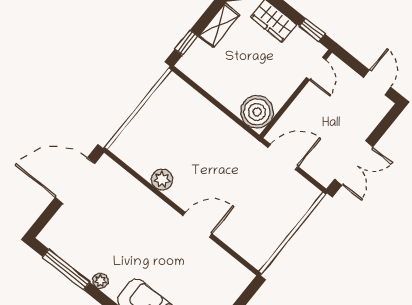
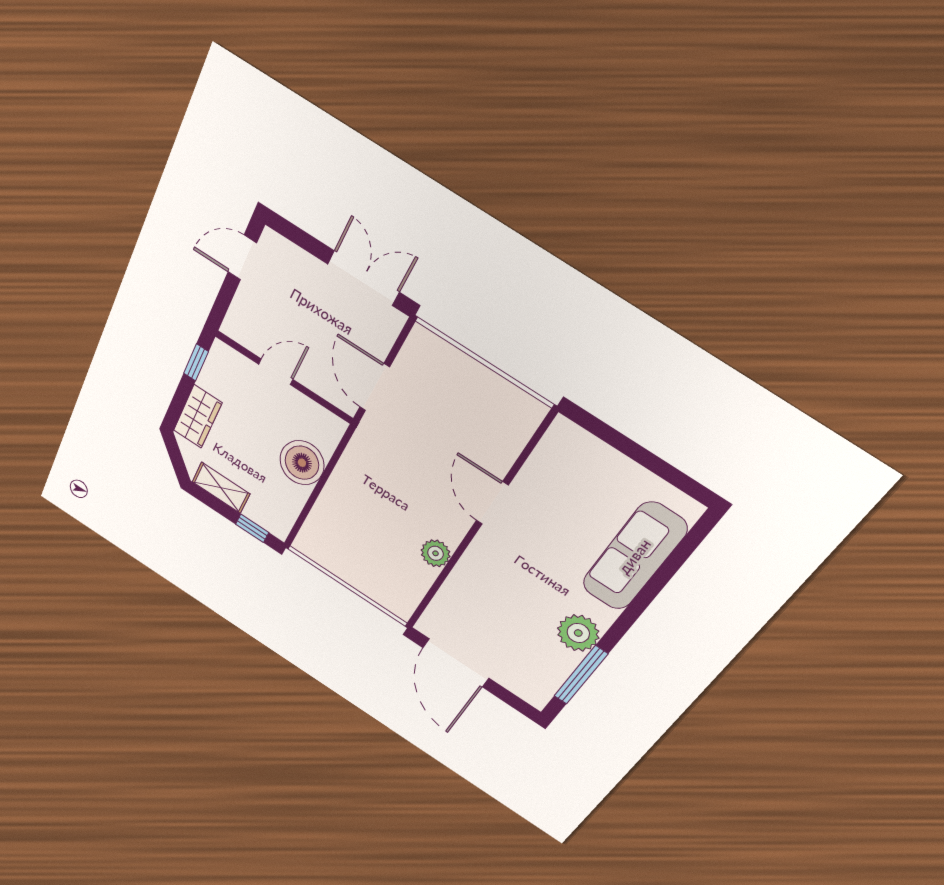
door: (316, 69) -> (276, 372), moved
boiler: (257, 112) -> (302, 463), moved
plant: (100, 281) -> (578, 633), width x1.88, depth x1.88

